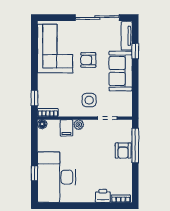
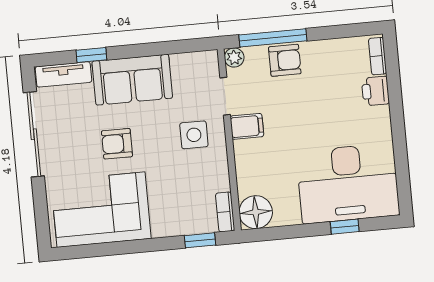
armchair: (88, 60) -> (117, 144), turned 90
floor lamp: (42, 124) -> (256, 212), width x1.89, depth x1.89
plant: (79, 125) -> (234, 58), moved
filing cabinet: (66, 128) -> (247, 126), moved

